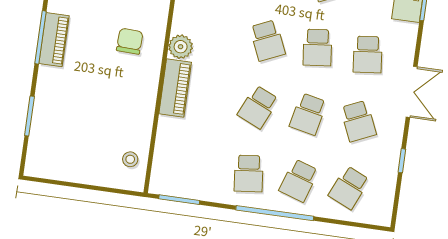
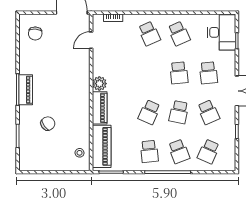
school desk: (267, 40) -> (149, 73), removed
chair: (130, 41) -> (48, 124), moved, turned 53
piano: (169, 154) -> (102, 146), added
school desk: (299, 181) -> (179, 151), turned -39

